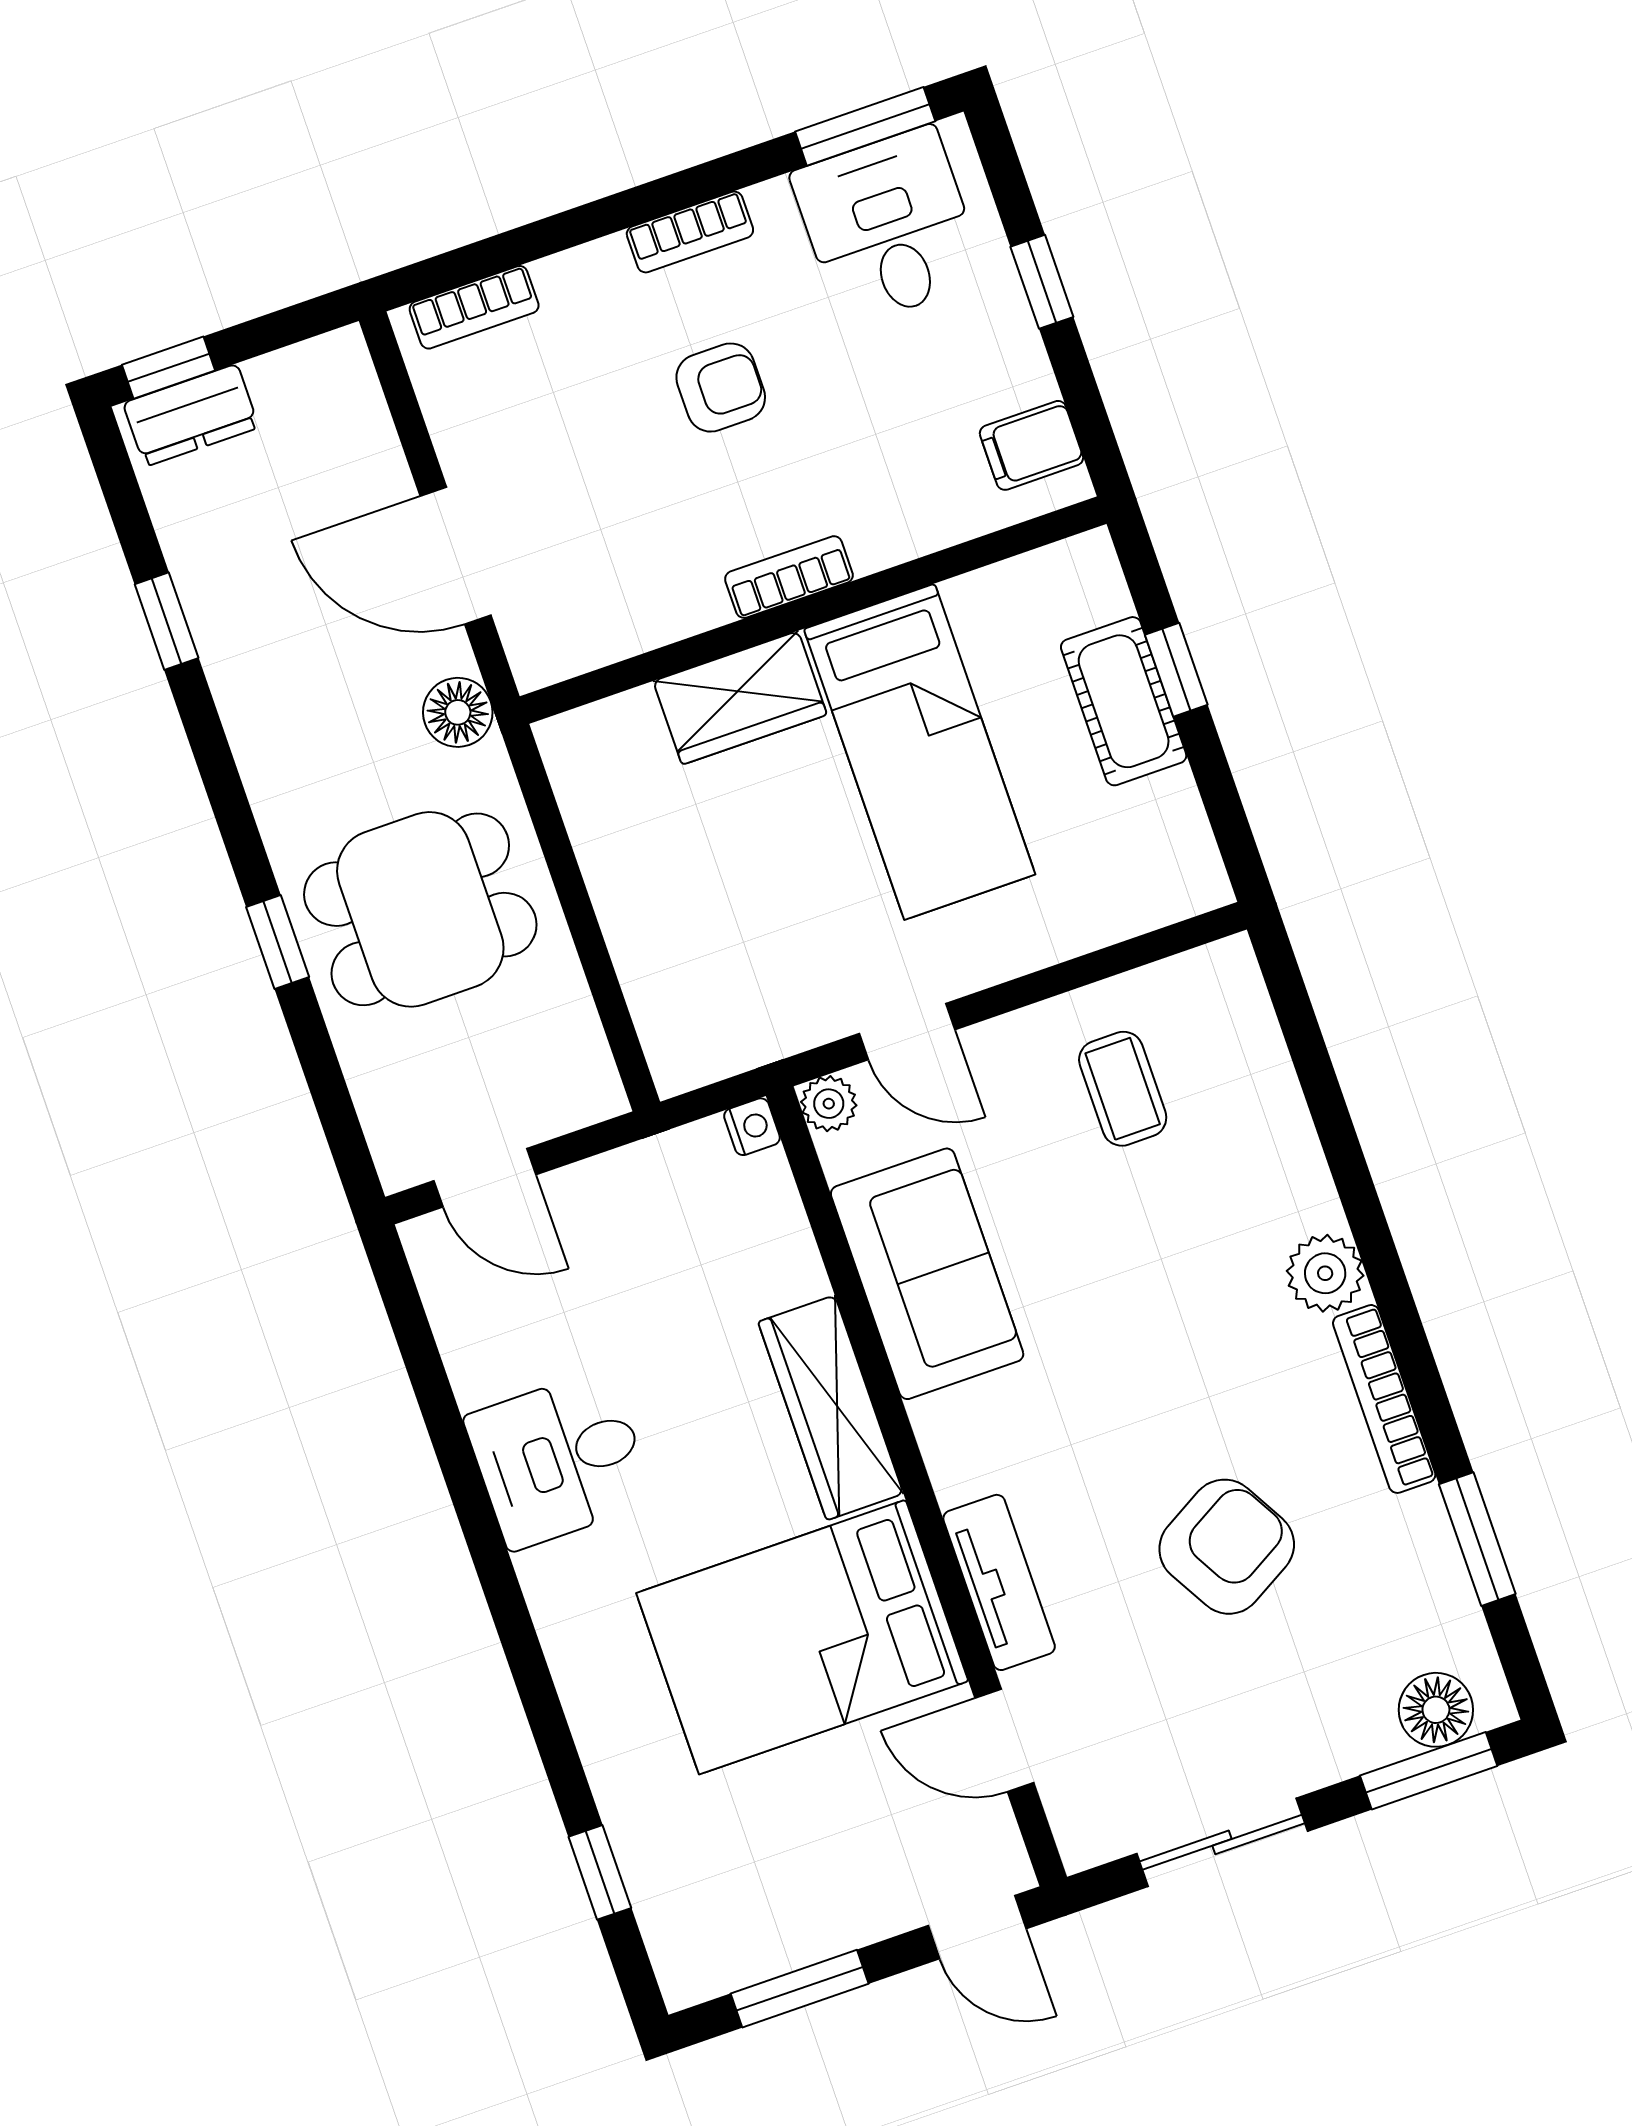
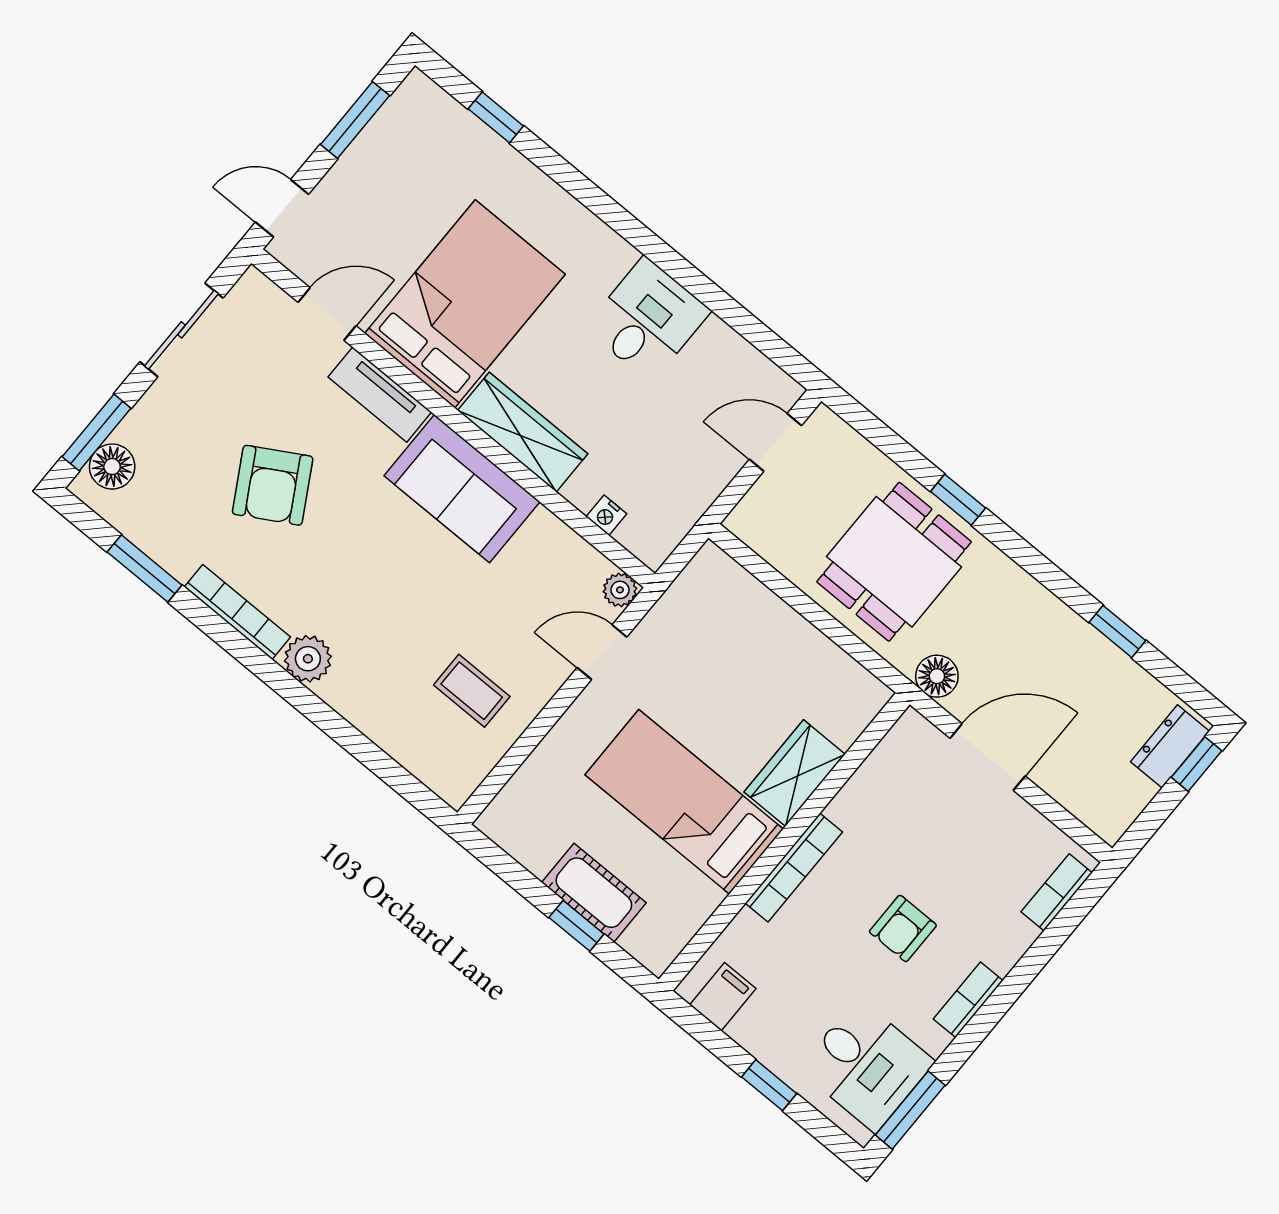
bookcase: (789, 577) -> (794, 868), width x1.56
nightstand: (752, 1127) -> (606, 515), moved
sofa: (927, 1274) -> (462, 489), moved

